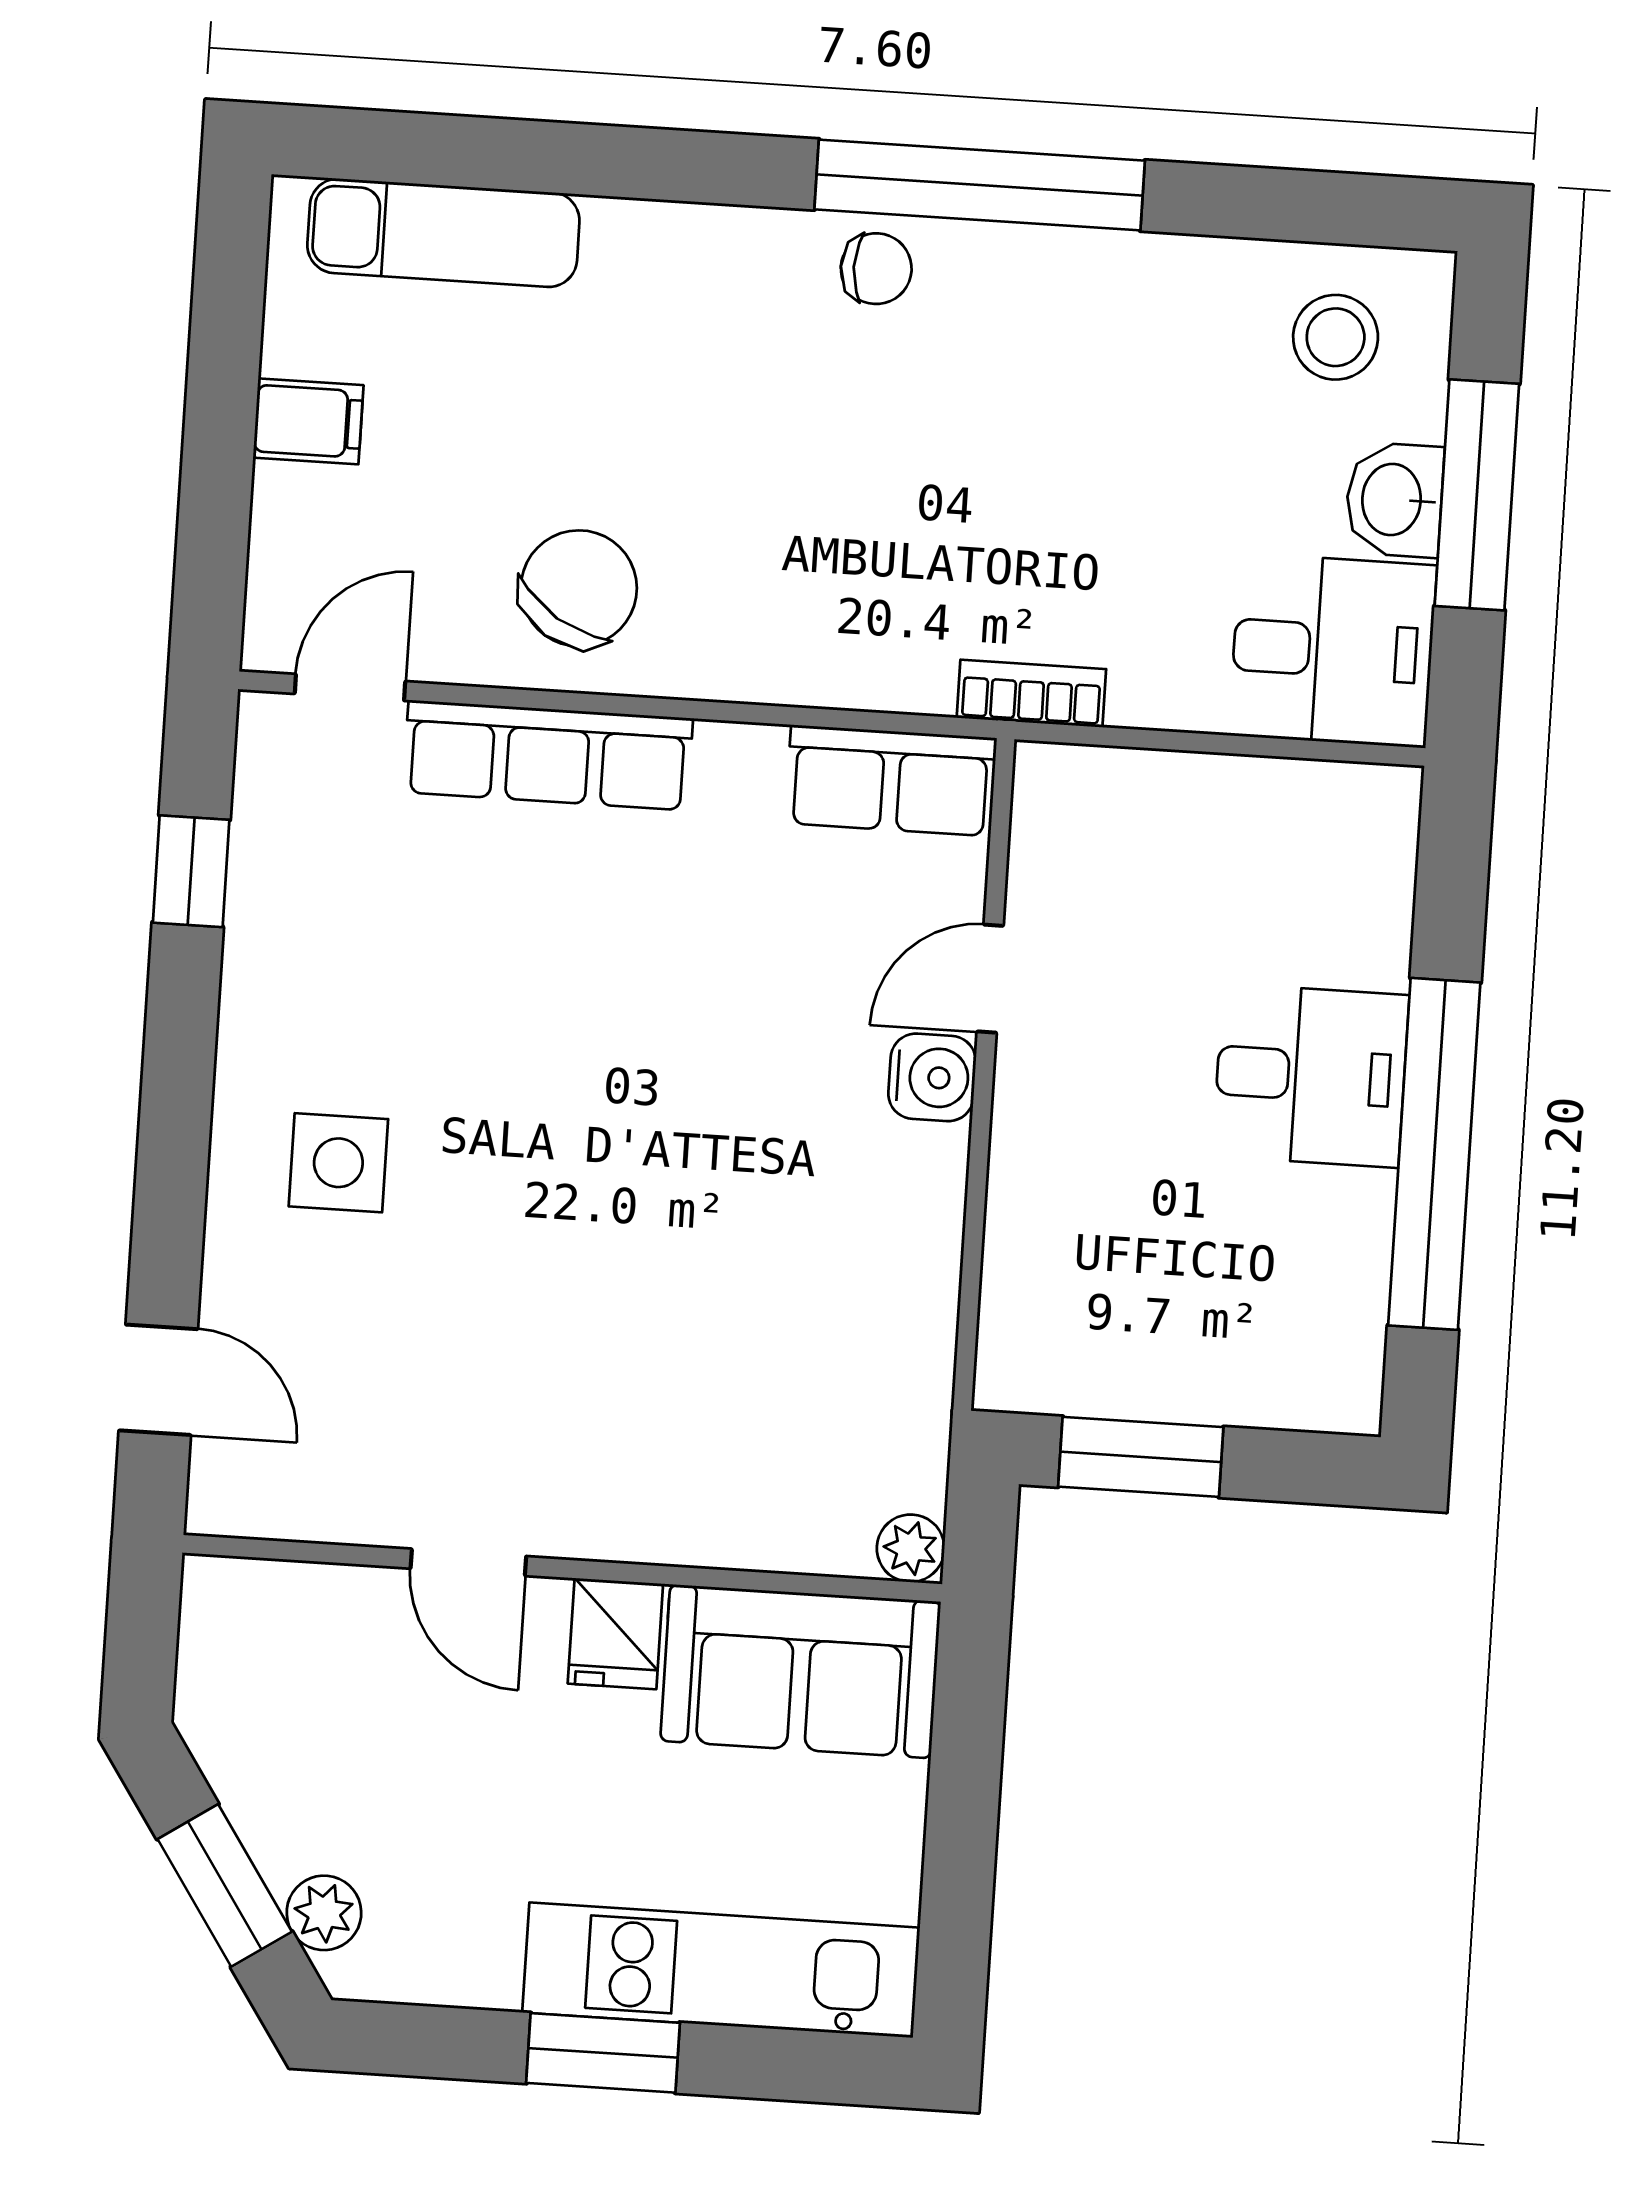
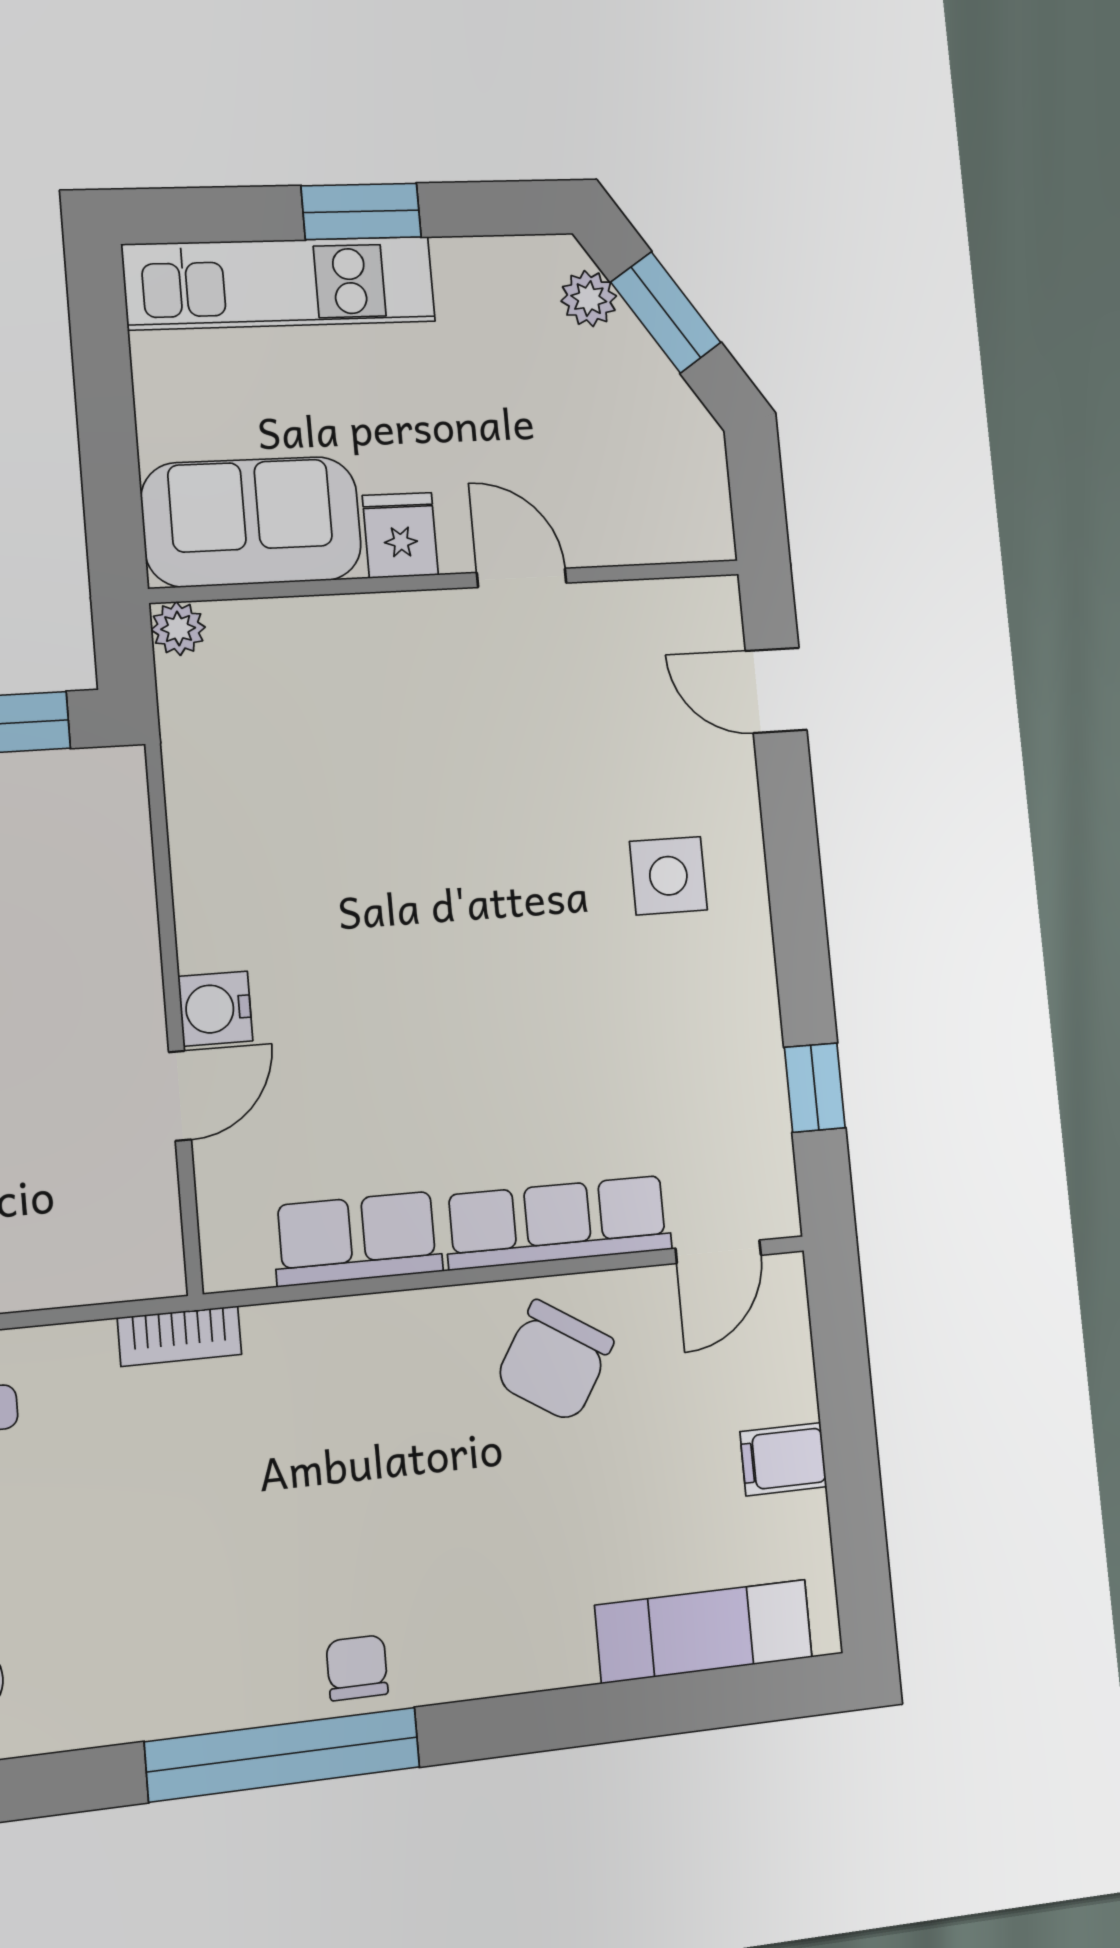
chair: (876, 269) -> (357, 1668), turned 90
row of seats: (891, 781) -> (357, 1239), moved

